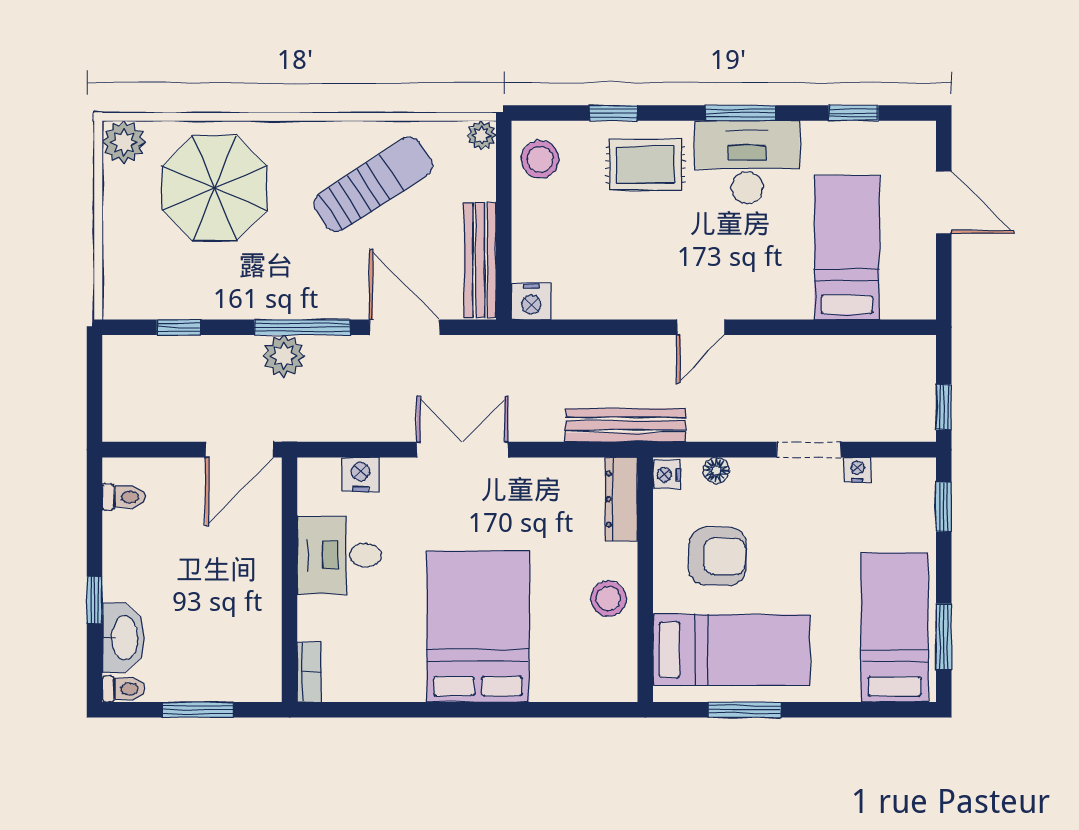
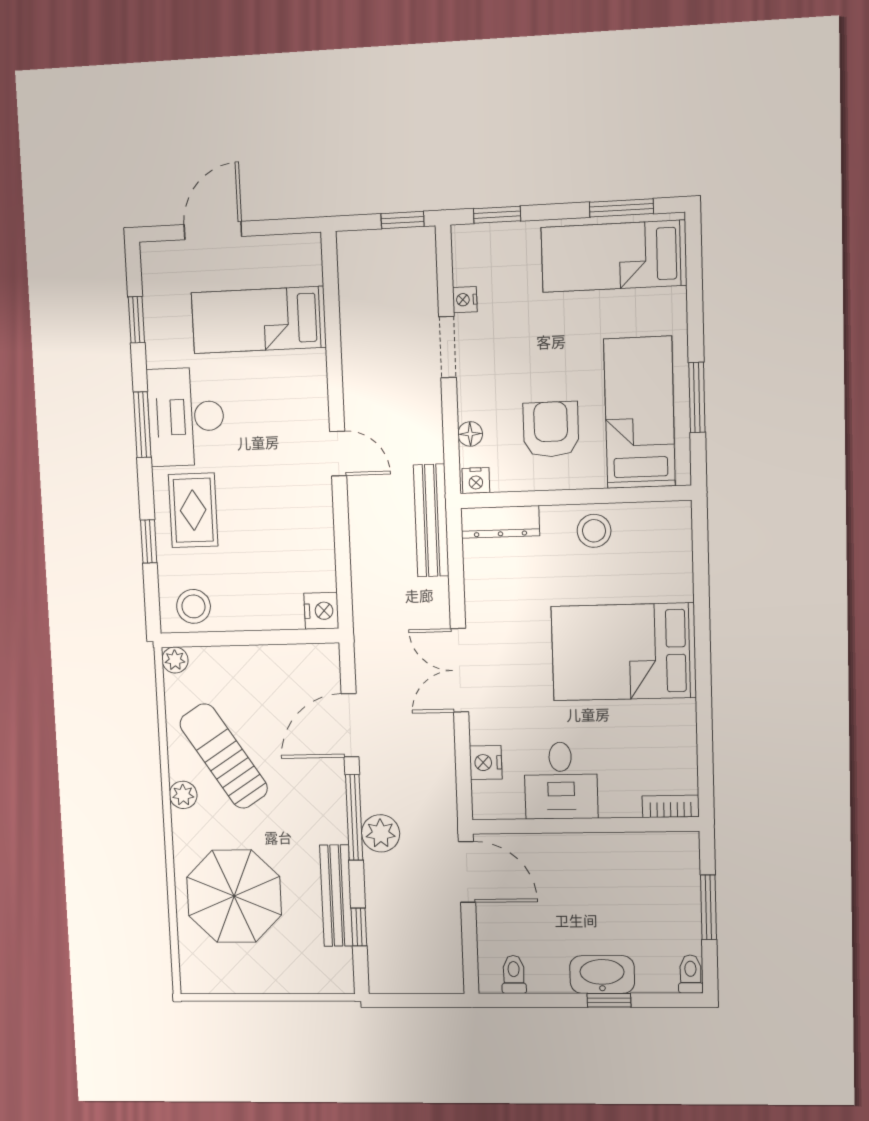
plant: (124, 142) -> (183, 795), moved, width x0.73, depth x0.73
bench: (480, 260) -> (336, 896), moved, turned 90
washbasin: (123, 638) -> (602, 975), moved

